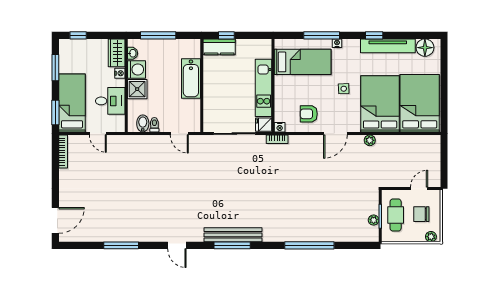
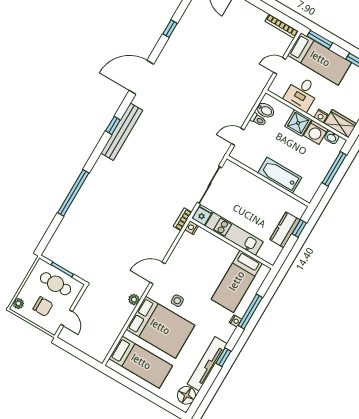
kitchen counter: (219, 47) -> (285, 230), moved
side table: (344, 89) -> (177, 301), moved
bed: (420, 103) -> (141, 362), width x0.67
armchair: (309, 114) -> (188, 260), removed
door: (335, 134) -> (158, 273), hinge flipped
chair: (421, 214) -> (43, 307), turned 90
plant: (374, 220) -> (62, 262), removed
window: (121, 245) -> (170, 29), width x0.46
door: (177, 245) -> (141, 77), width x1.87
window: (232, 245) -> (113, 125), width x0.46

